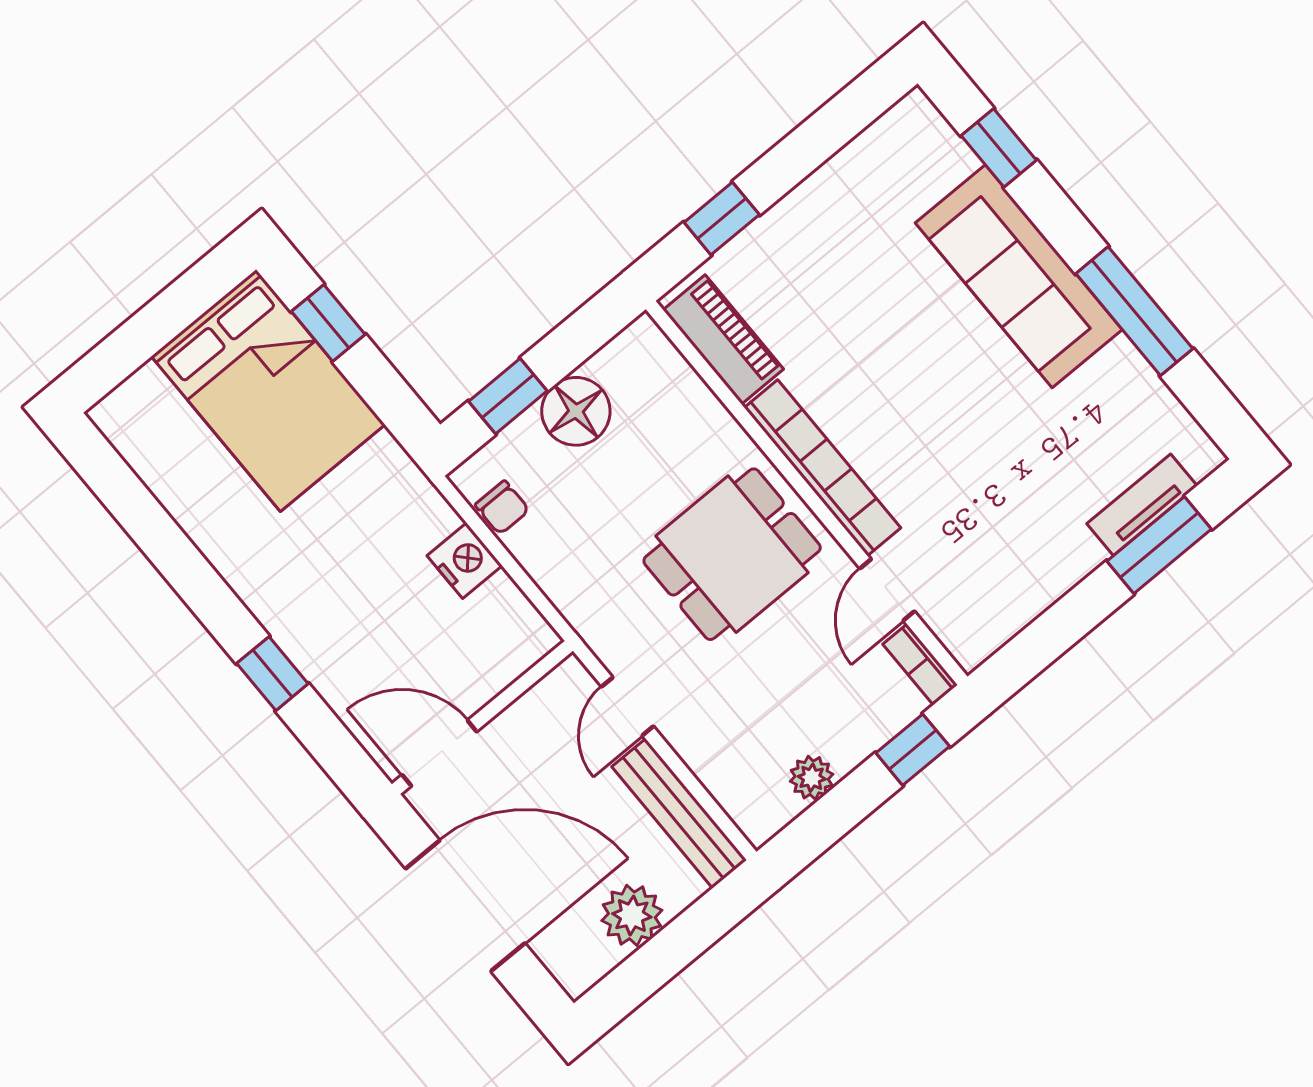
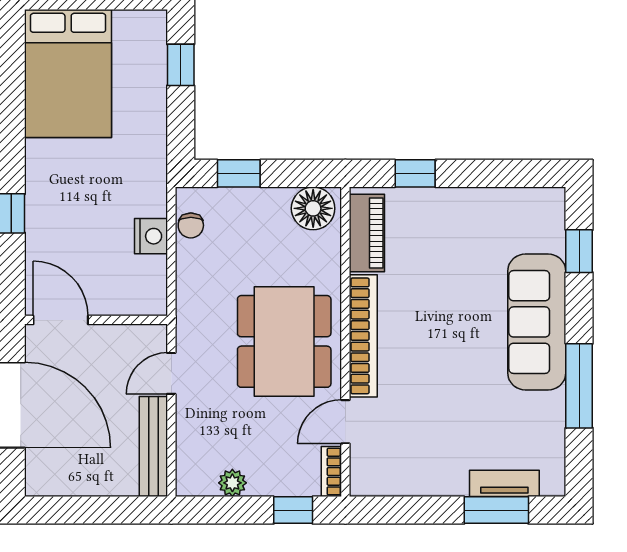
bed: (268, 390) -> (68, 73), moved
floor lamp: (576, 411) -> (313, 208), moved
dining table: (732, 554) -> (284, 341), width x1.38
plant: (632, 915) -> (89, 477), removed

